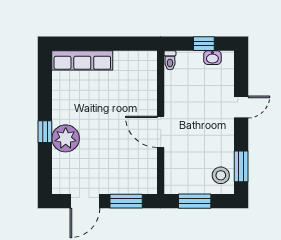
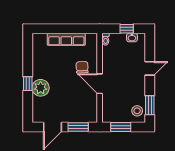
row of seats: (82, 60) -> (66, 39), moved
chair: (132, 105) -> (82, 67), added

